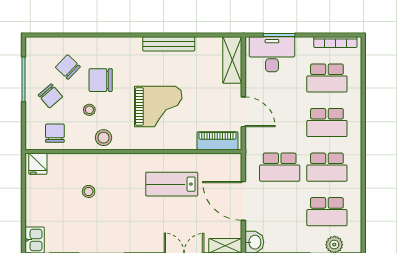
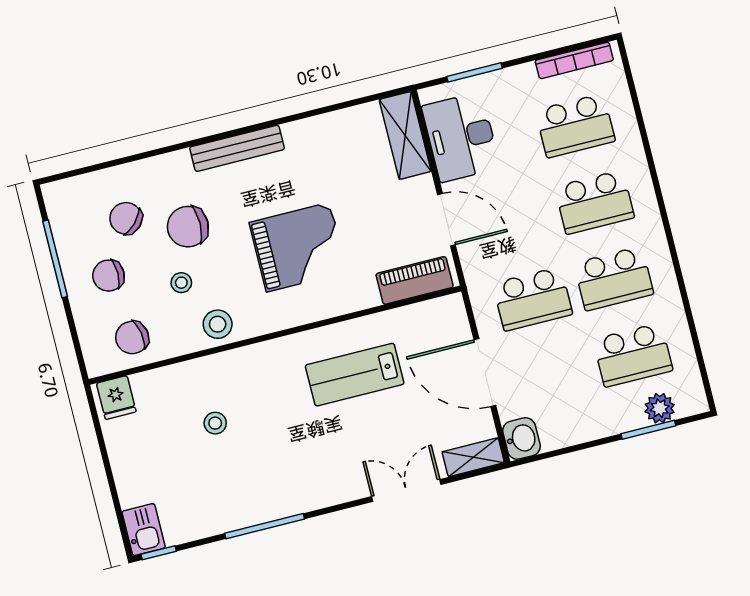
bench: (169, 44) -> (237, 148), moved
desk: (272, 54) -> (461, 137), moved, turned -90
chair: (50, 96) -> (108, 276), turned 131
chair: (55, 133) -> (132, 338), turned -100

